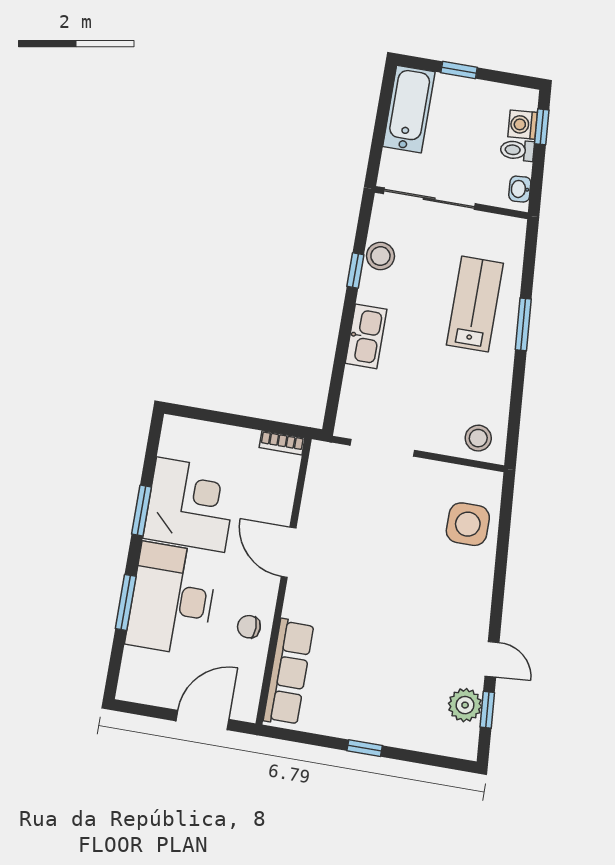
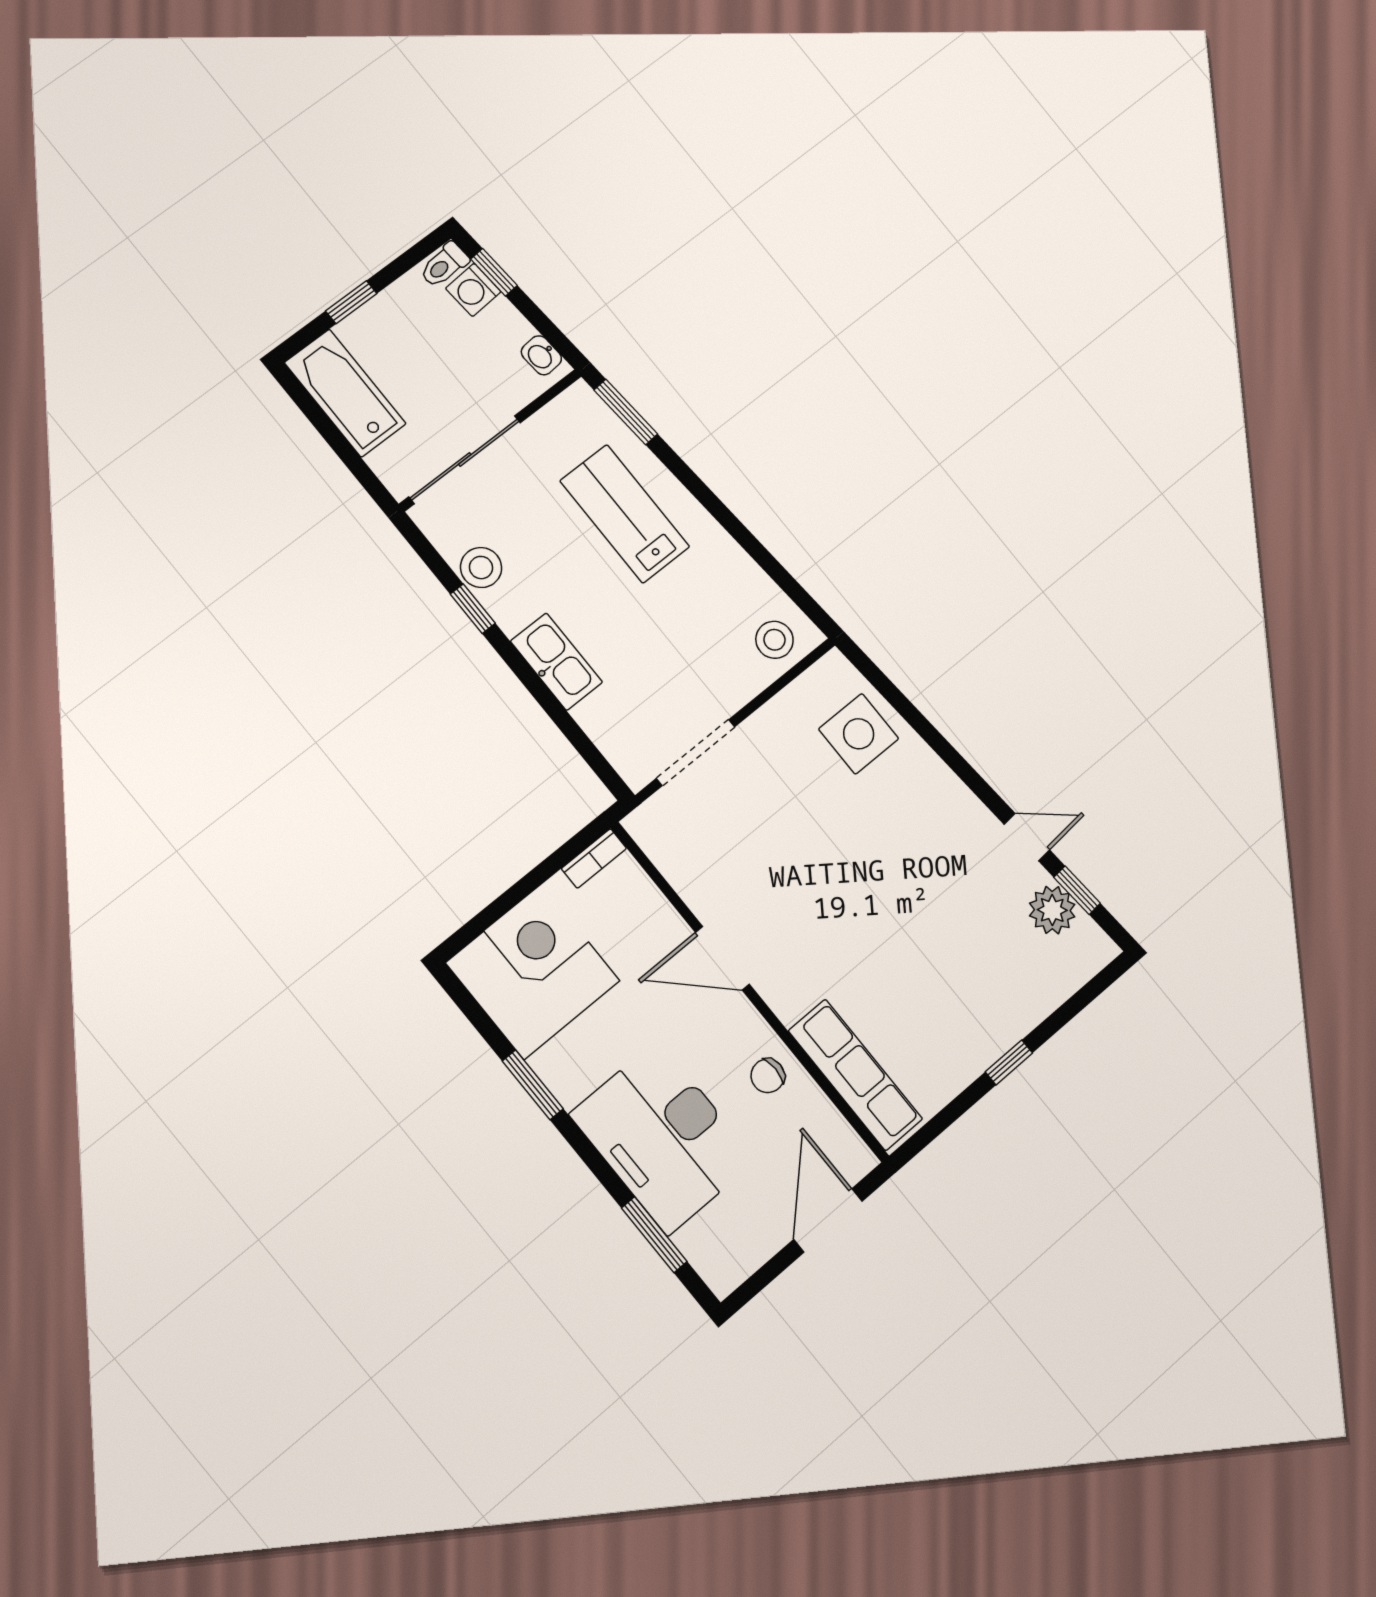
toilet: (517, 150) -> (444, 265), moved
window: (523, 324) -> (626, 412), moved
corner desk: (190, 505) -> (533, 972), moved
window: (126, 602) -> (654, 1235), moved

